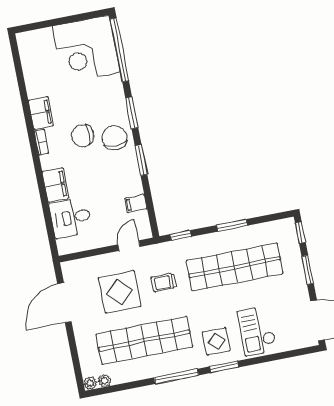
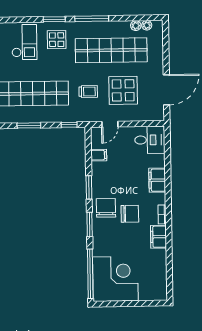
chair: (115, 138) -> (106, 208), turned 180
desk: (71, 218) -> (150, 140), moved
plant: (90, 383) -> (136, 26), moved

